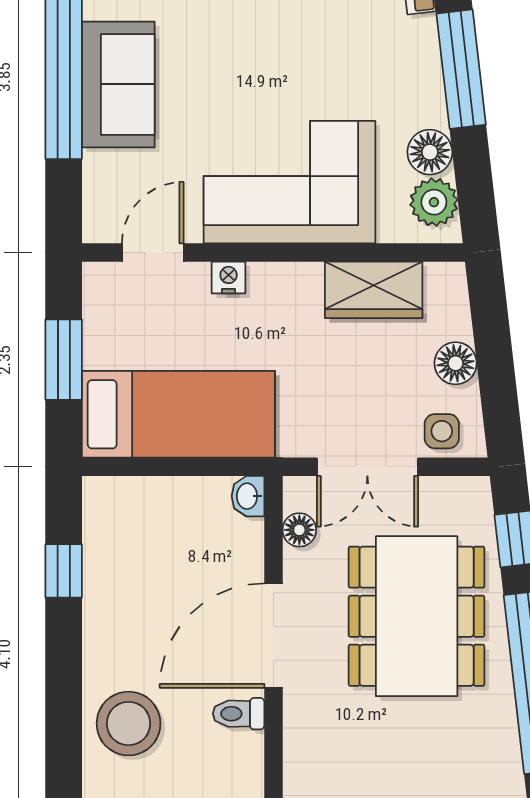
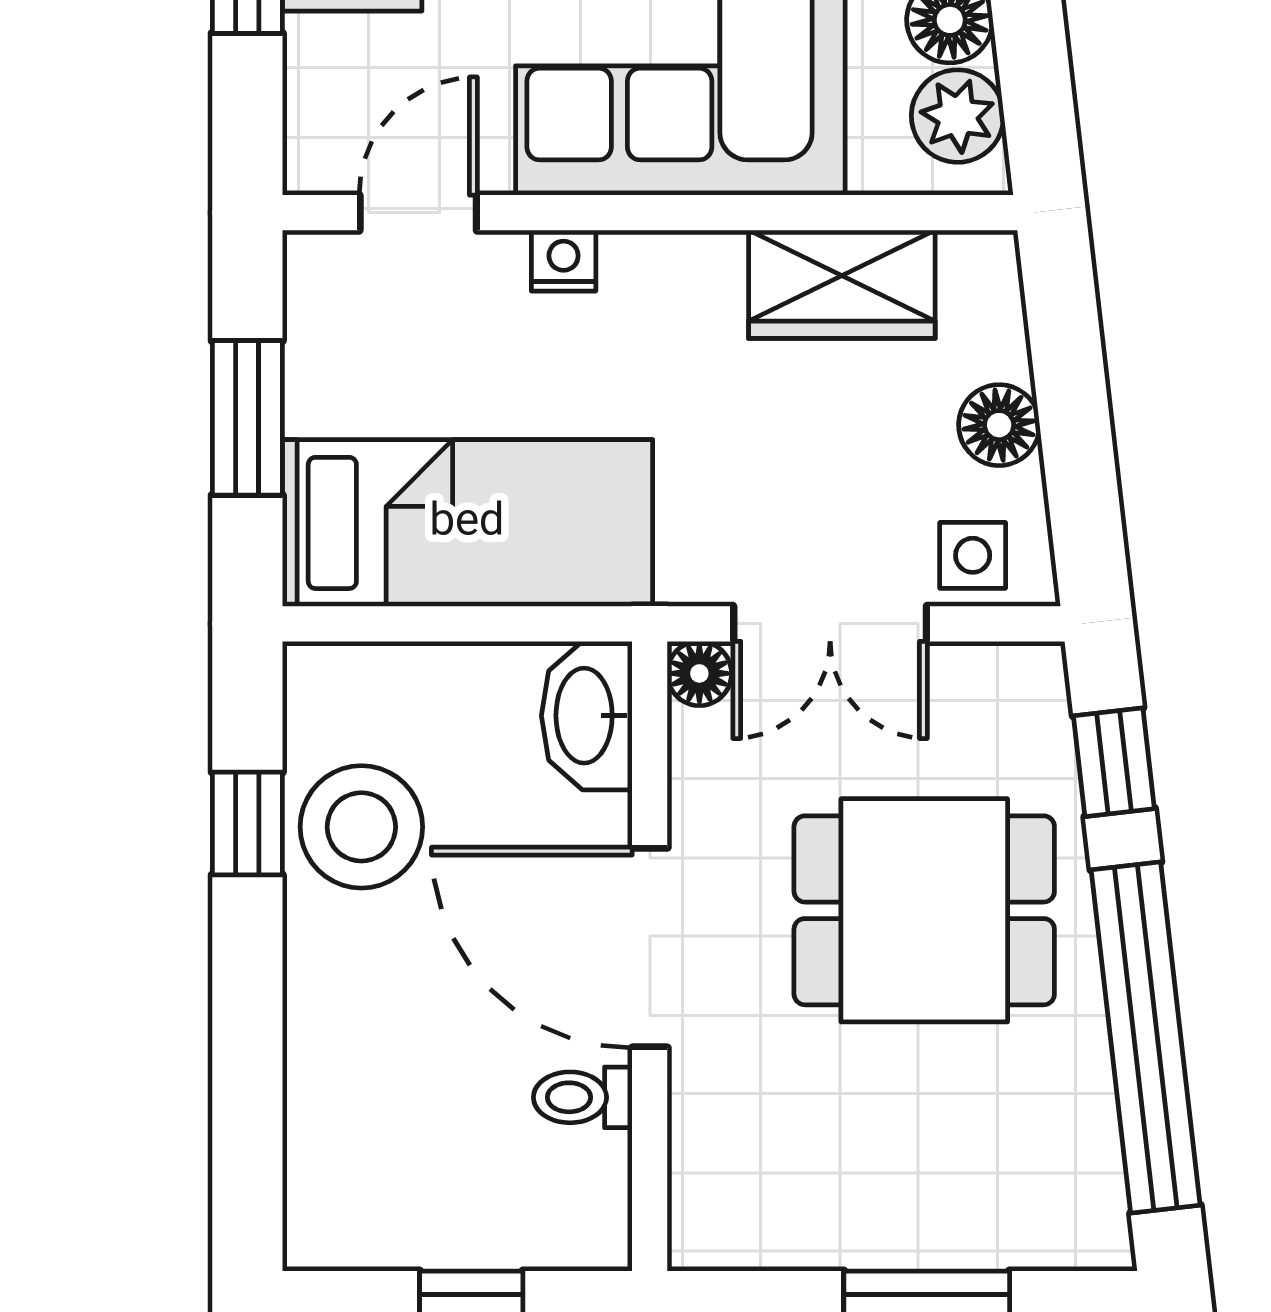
washbasin: (248, 496) -> (587, 716), width x1.91, depth x1.45
floor lamp: (299, 530) -> (699, 673), moved
dining table: (417, 616) -> (924, 910), width x0.73
door: (273, 636) -> (650, 948), hinge flipped
stool: (129, 724) -> (361, 827), moved

